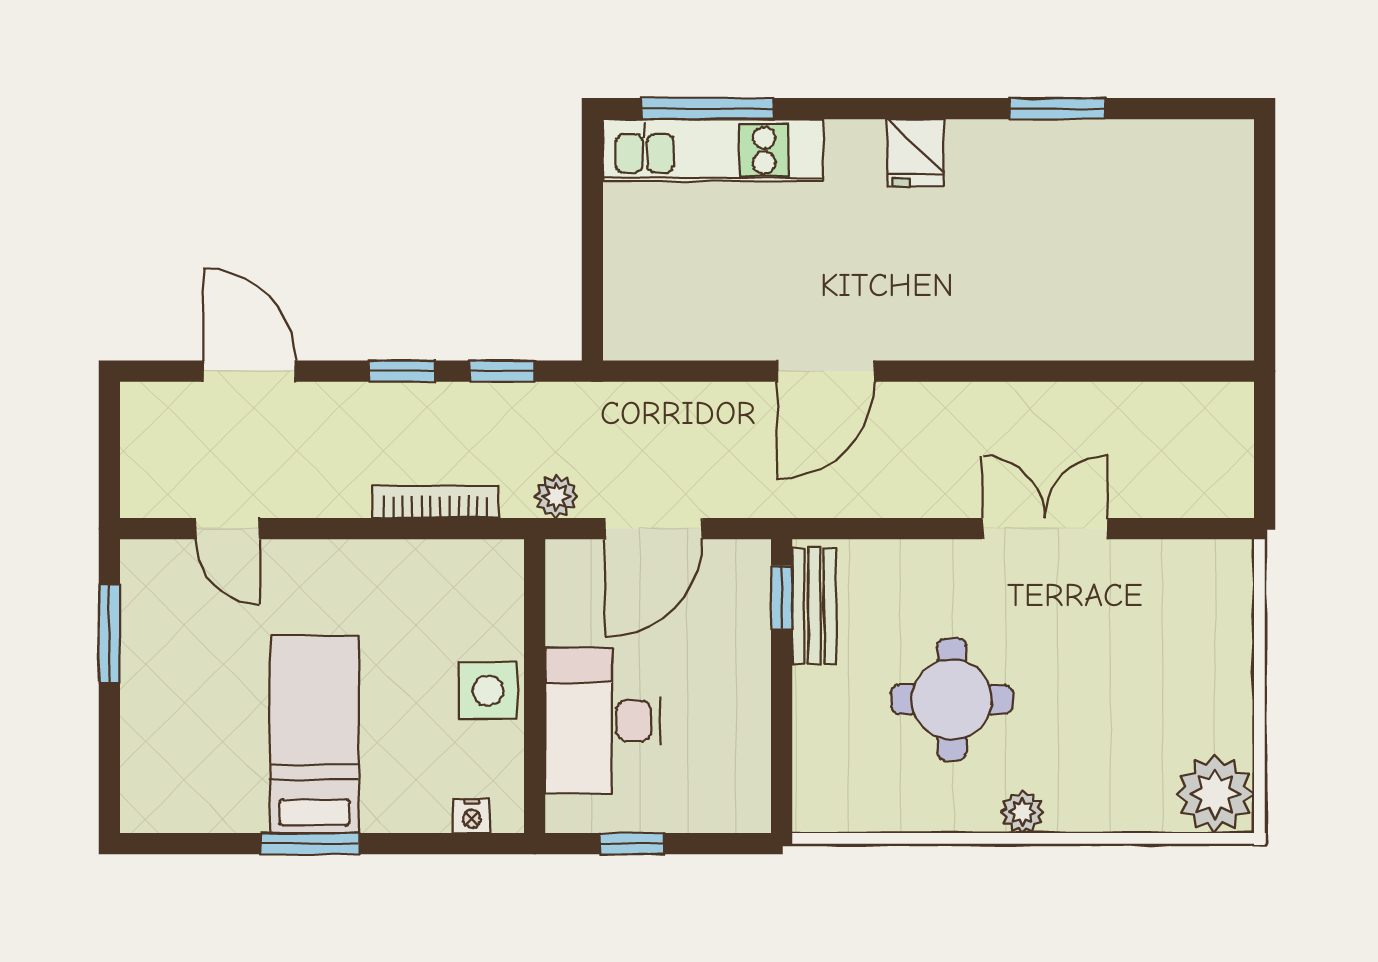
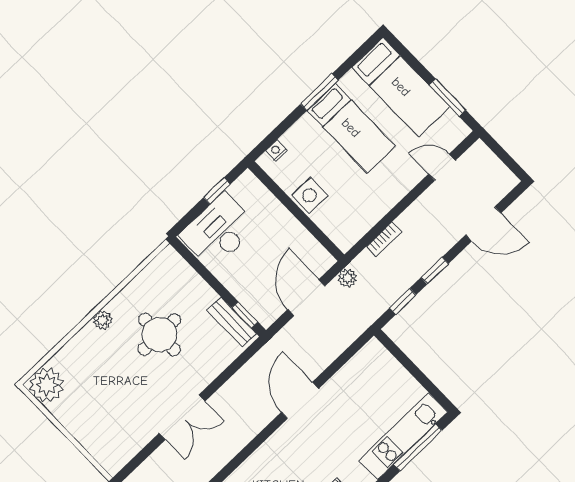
bookcase: (435, 502) -> (384, 239), width x0.64
desk: (603, 721) -> (219, 231), moved, turned -90
bed: (169, 724) -> (401, 87), added

